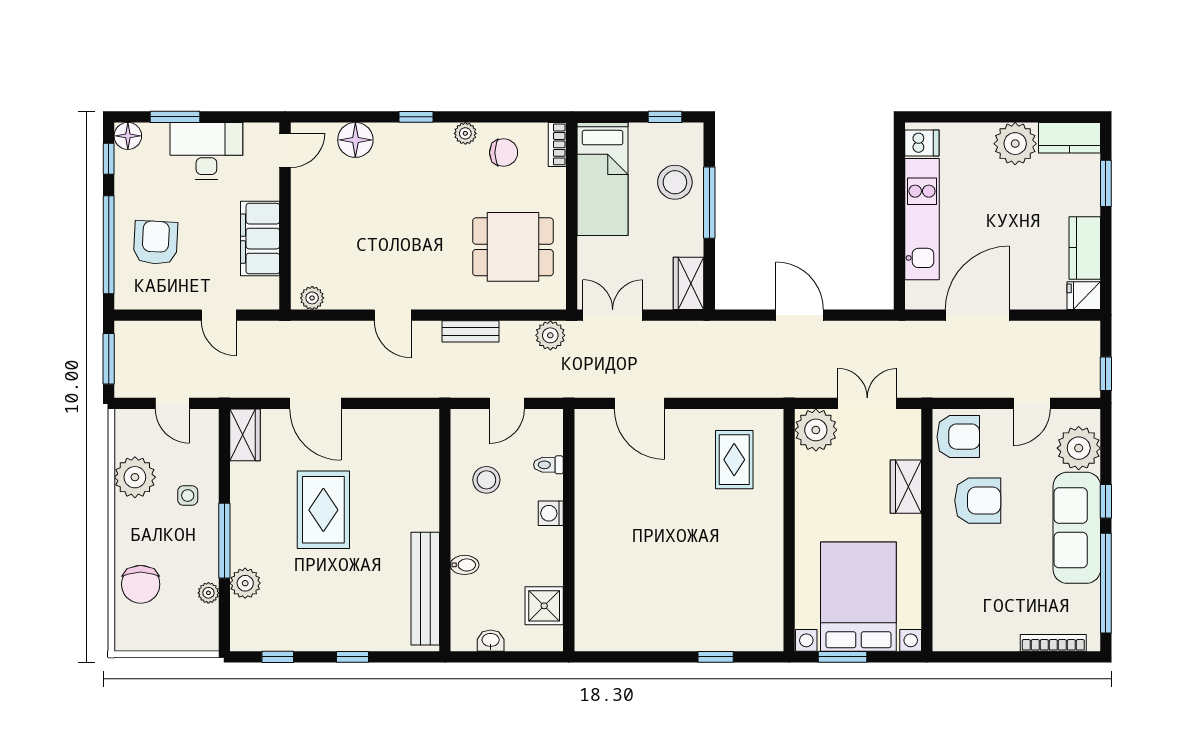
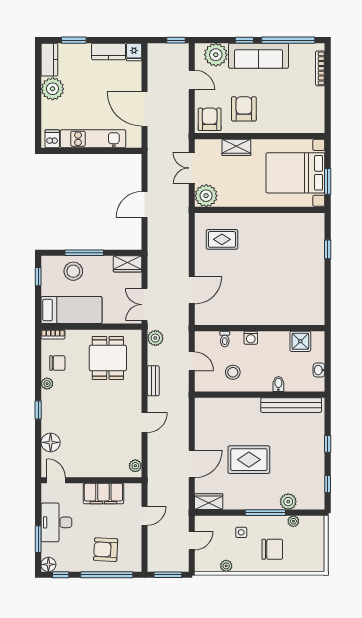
chair: (504, 153) -> (57, 363), turned 90
plant: (135, 477) -> (226, 566), width x0.53, depth x0.53
chair: (141, 584) -> (272, 549), moved

